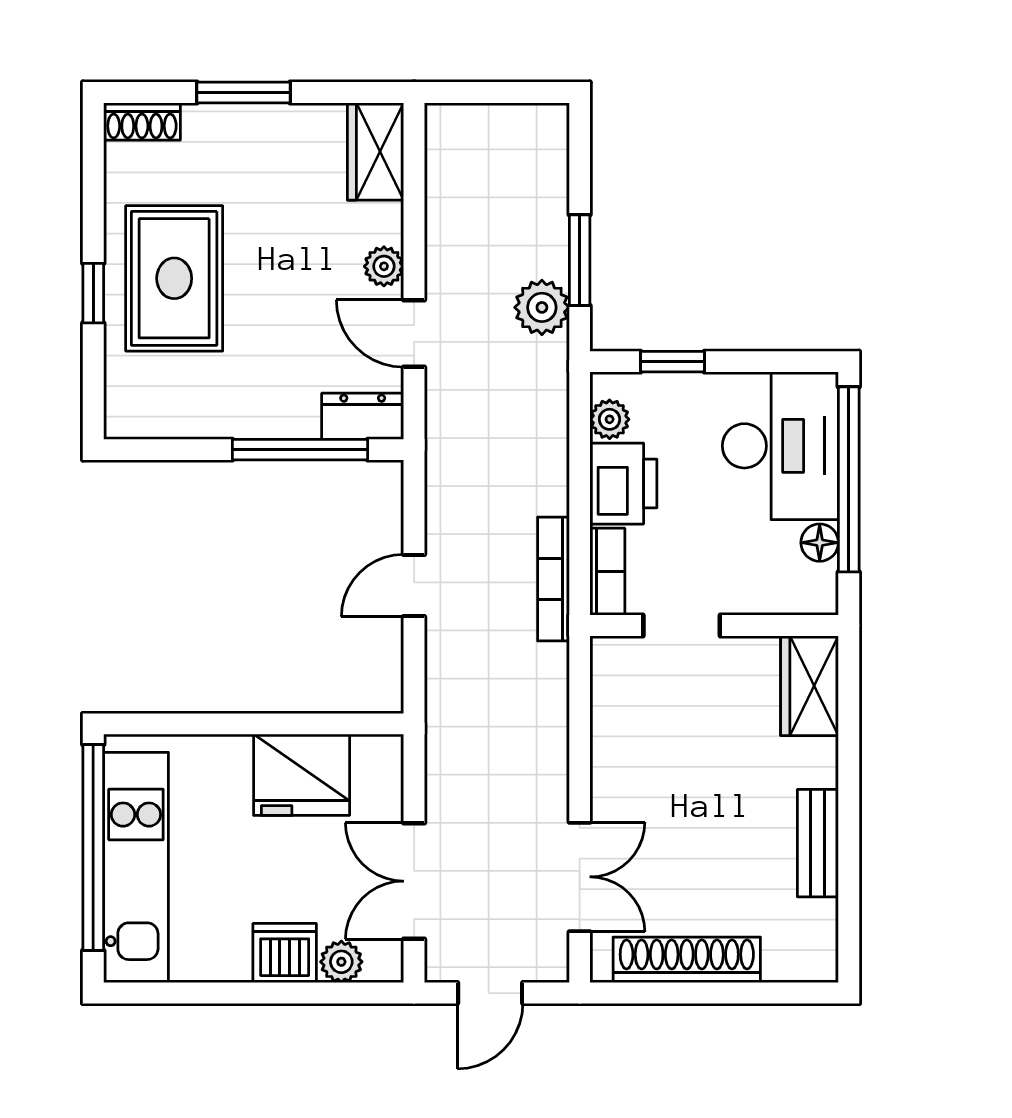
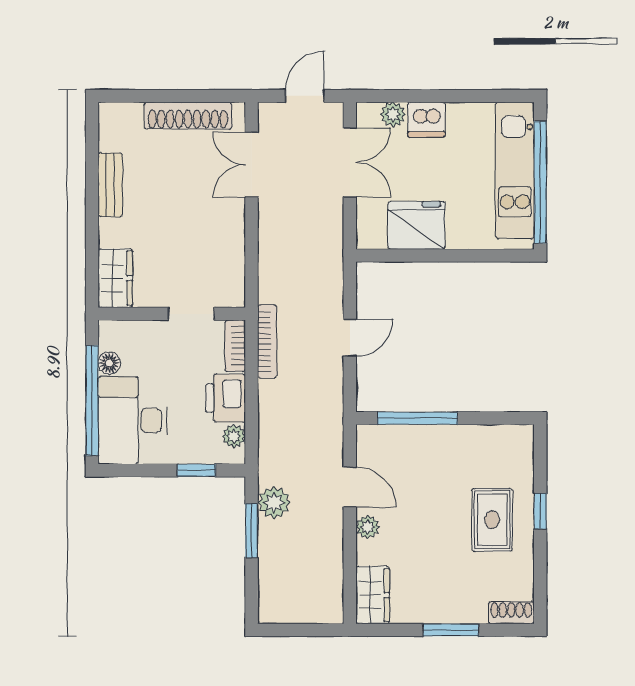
rug: (174, 278) -> (492, 520), width x0.73, depth x0.70
dresser: (363, 416) -> (380, 438), removed

